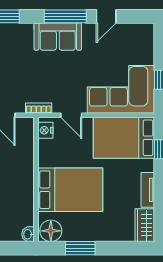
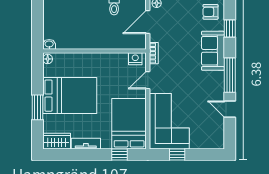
sofa: (58, 37) -> (213, 51), moved
bed: (70, 190) -> (70, 96), moved, turned -90
floor lamp: (51, 231) -> (48, 59), width x0.53, depth x0.53
window: (80, 248) -> (37, 107), moved

